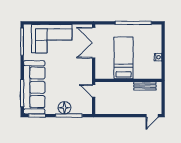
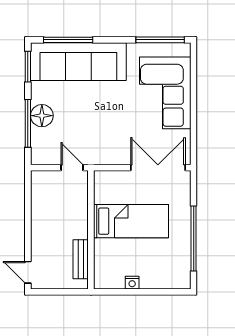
door: (94, 91) -> (72, 168), hinge flipped

